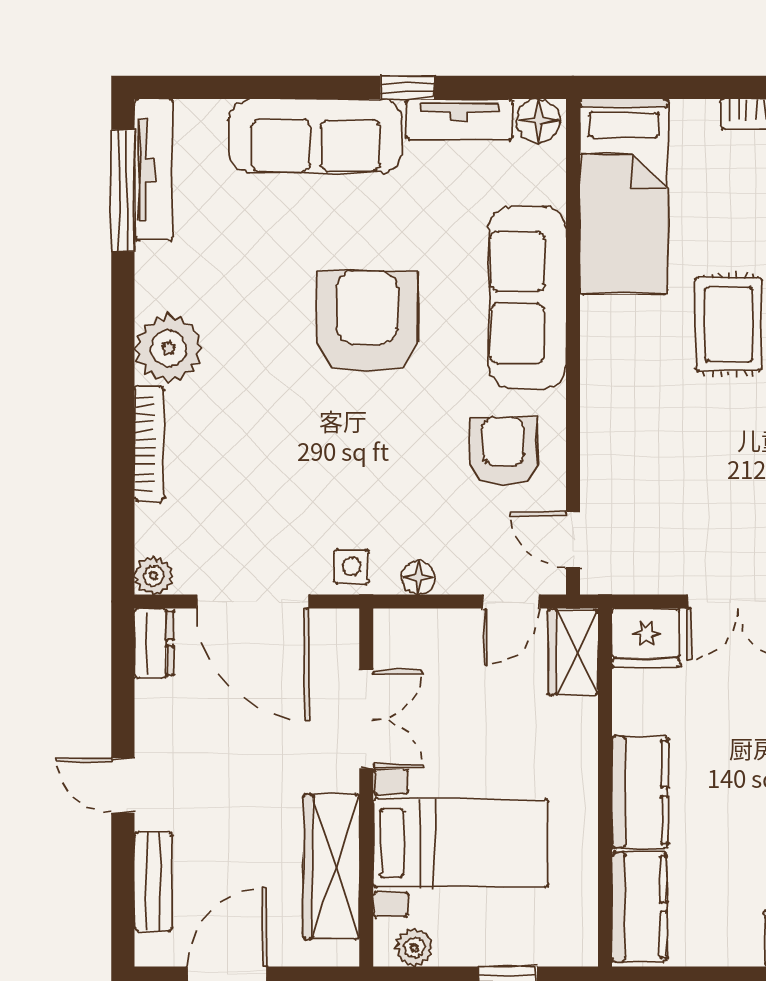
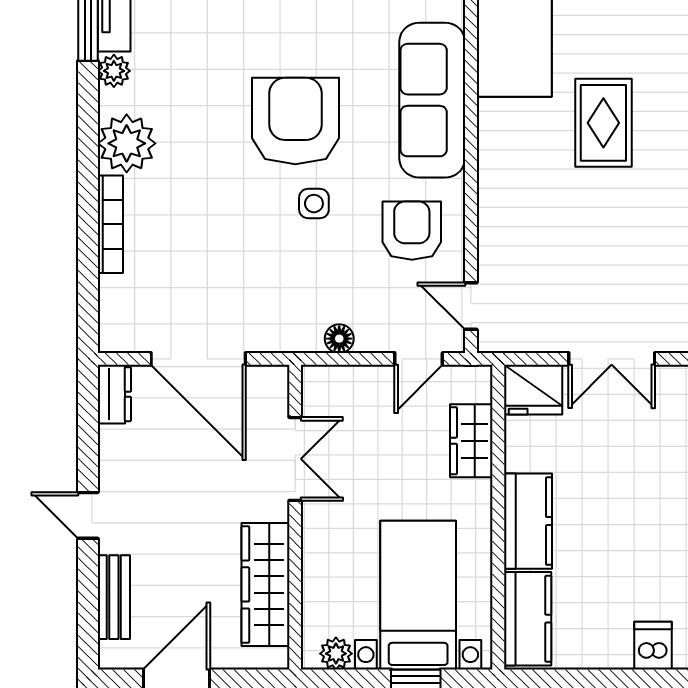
side table: (352, 566) -> (314, 204), moved
plant: (153, 576) -> (114, 71), moved
wardrobe: (573, 652) -> (471, 441), moved
bed with nightstands: (461, 843) -> (418, 595), moved, turned -90

